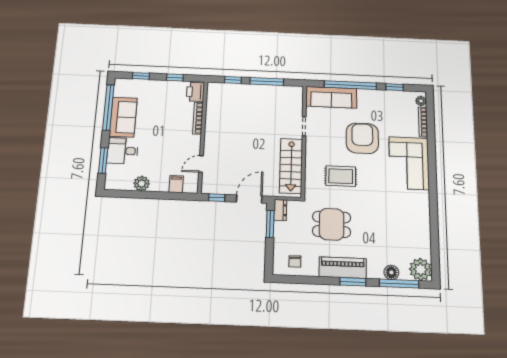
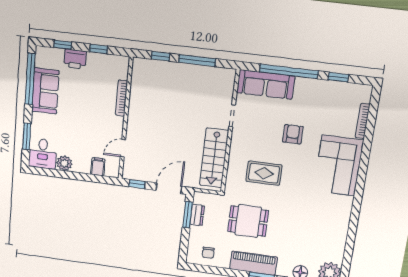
printer: (195, 92) -> (75, 59), moved, turned -90
plant: (421, 101) -> (365, 96), removed
armchair: (362, 138) -> (293, 134), width x0.53, depth x0.53
desk: (122, 151) -> (43, 154), moved, turned -90
dresser: (280, 210) -> (197, 215), moved

